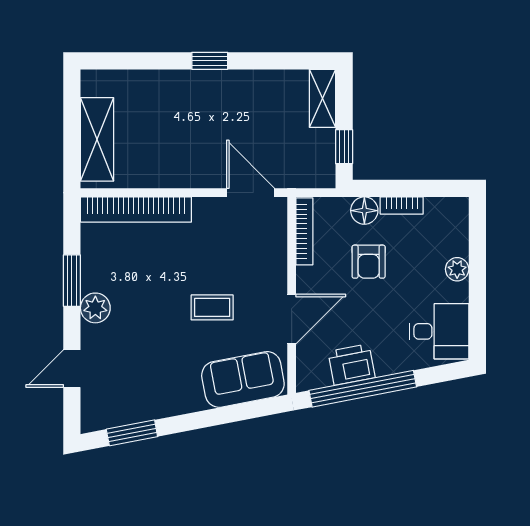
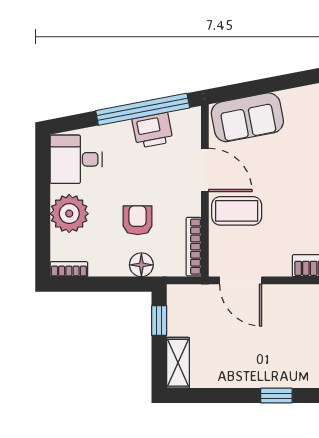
bookcase: (402, 205) -> (69, 269), moved
plant: (457, 269) -> (69, 214), width x1.87, depth x1.87
coffee table: (212, 307) -> (237, 211), moved, width x1.36, depth x1.30
door: (292, 319) -> (205, 170), swing flipped

